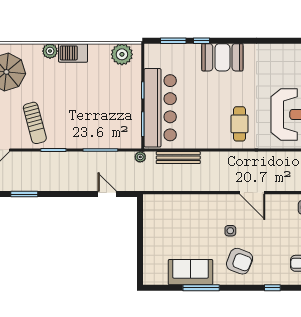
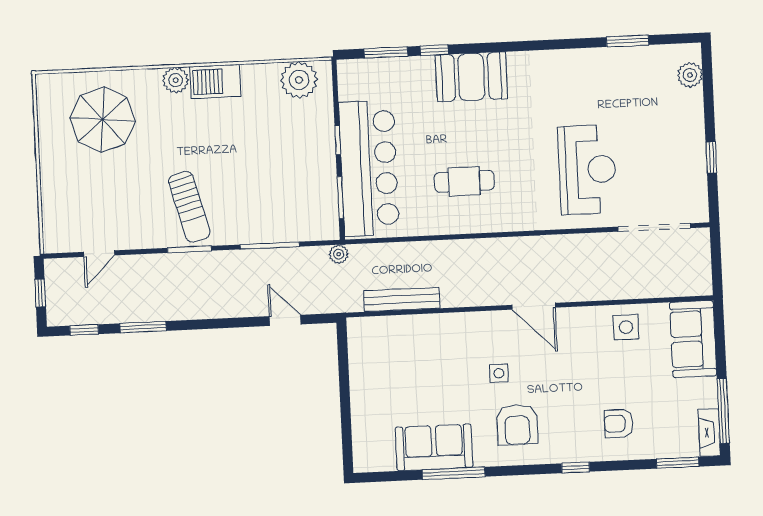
sun lounger: (35, 123) -> (189, 207), moved
cafe table: (239, 124) -> (464, 181), moved, turned 90
bench: (178, 158) -> (402, 299), moved
armchair: (240, 261) -> (517, 425), turned 69

